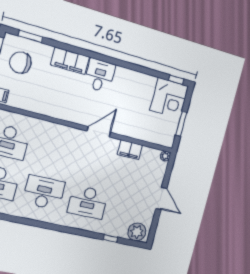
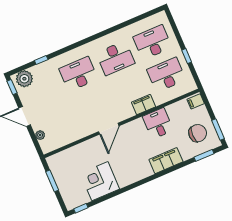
desk: (100, 75) -> (158, 123), moved, turned 180
corner desk: (169, 98) -> (100, 181), moved
filing cabinet: (130, 150) -> (143, 105), moved
plant: (165, 156) -> (40, 135), moved
window: (152, 232) -> (12, 87), added

